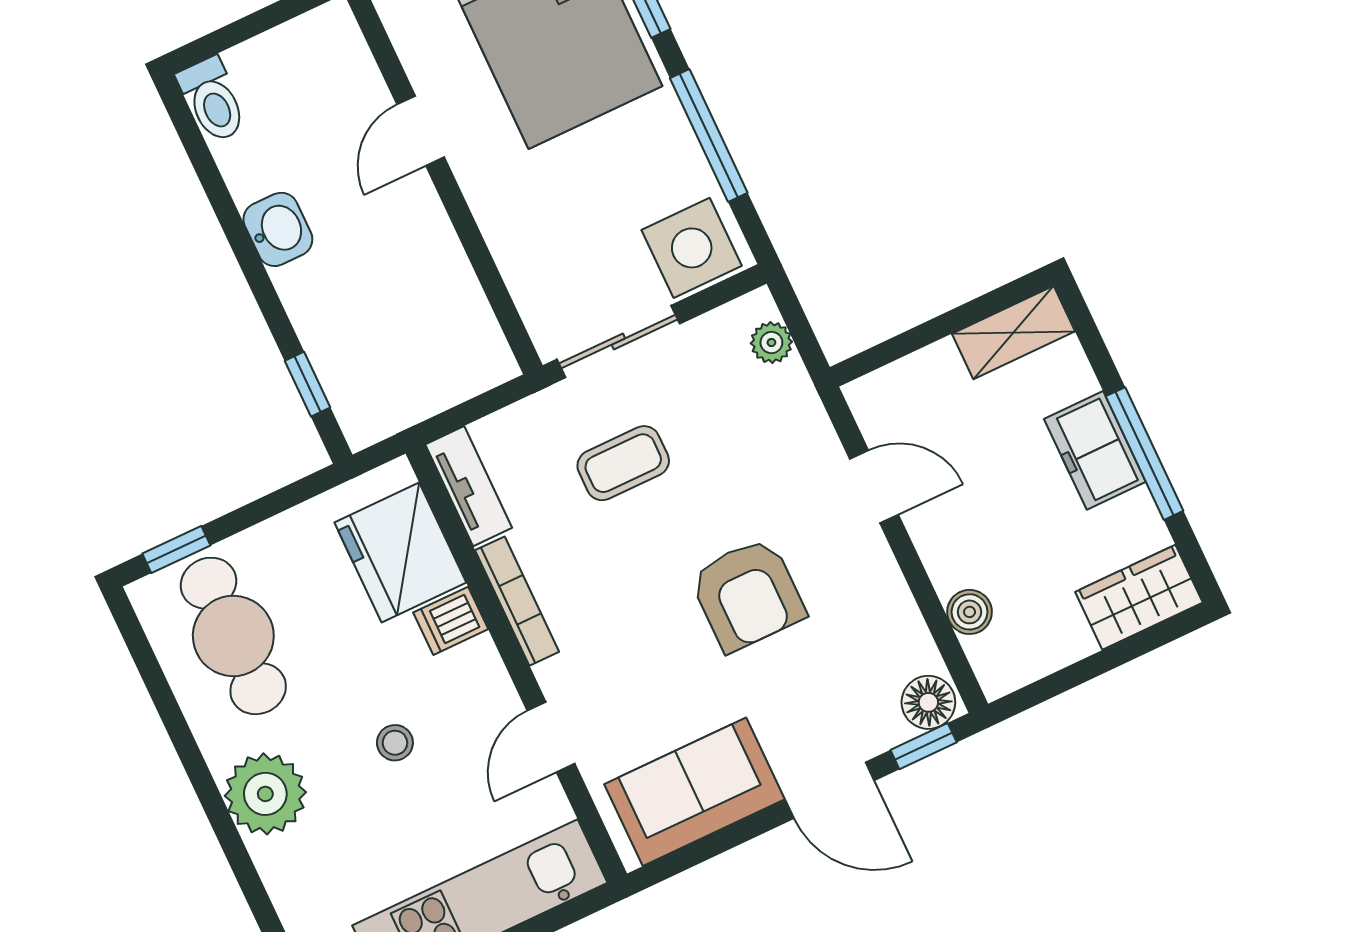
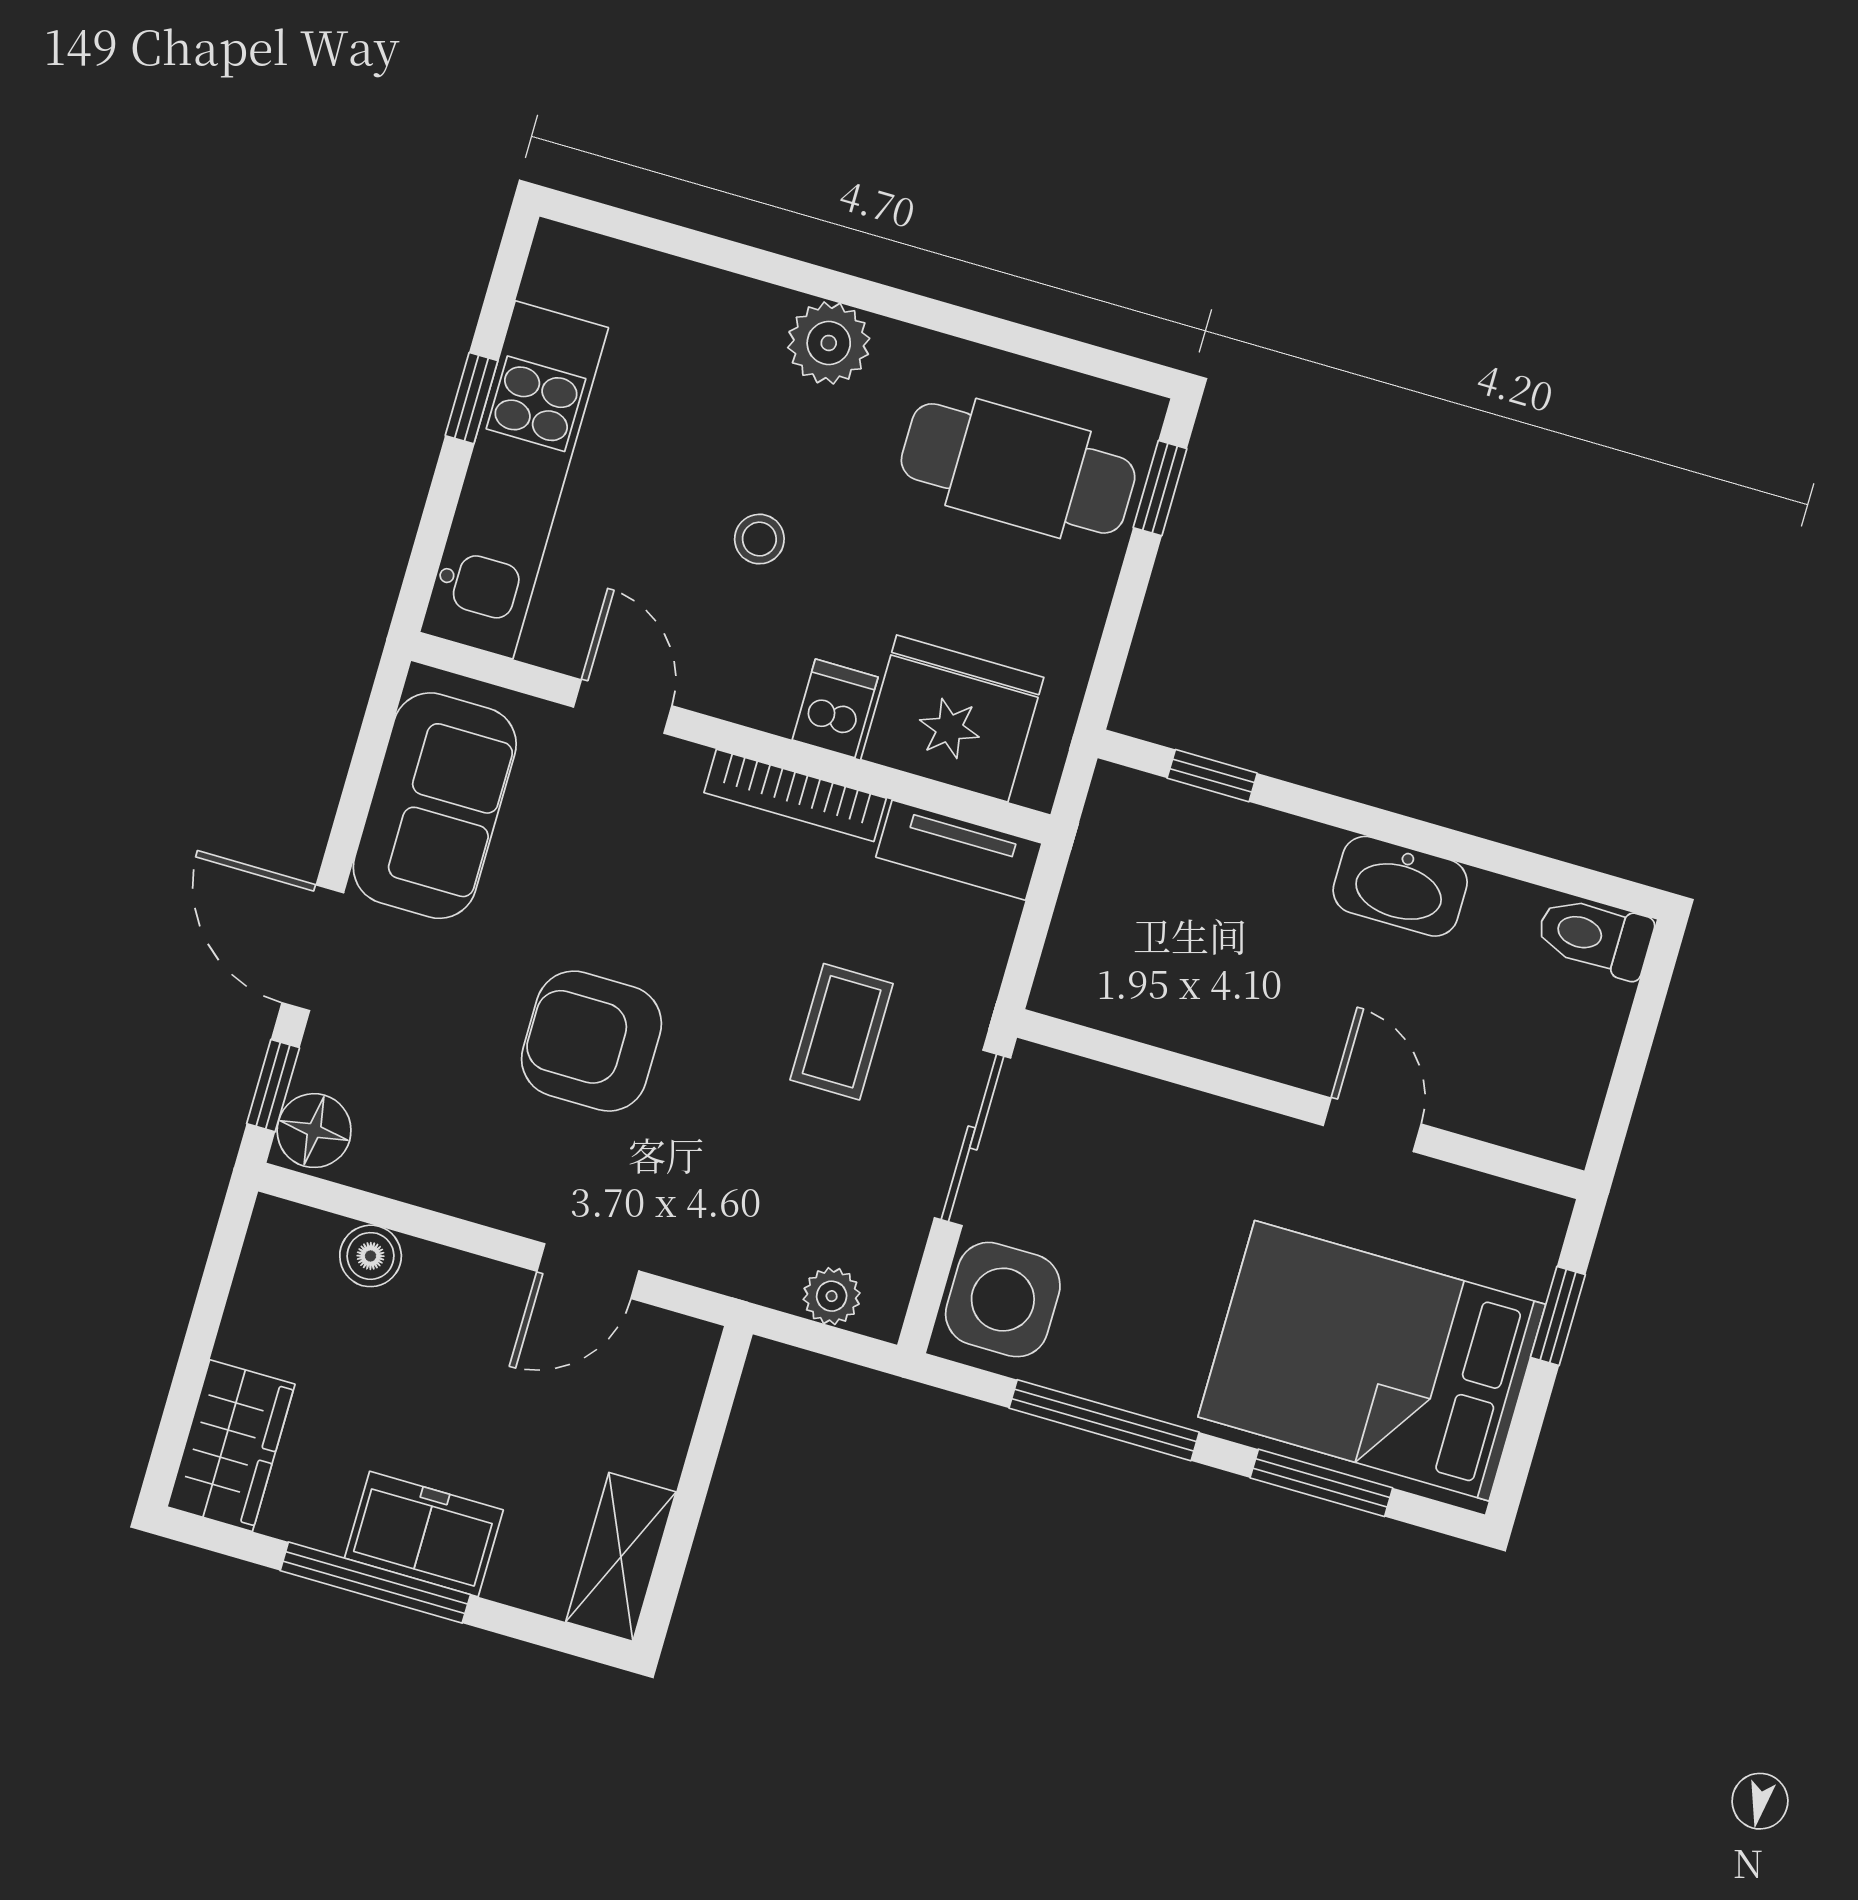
washbasin: (278, 229) -> (1400, 886), width x1.38
door: (830, 790) -> (313, 948), hinge flipped
plant: (265, 794) -> (829, 343), width x0.73, depth x0.73

